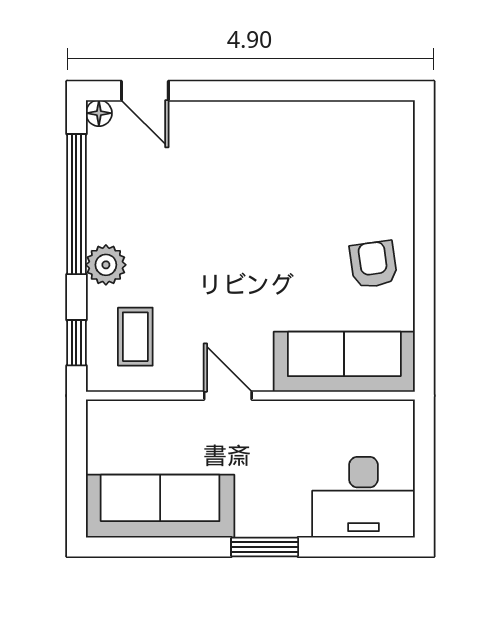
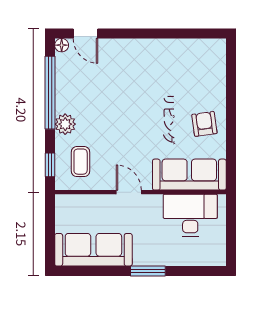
desk: (363, 497) -> (190, 215), moved, turned 180

